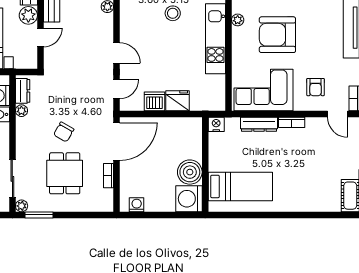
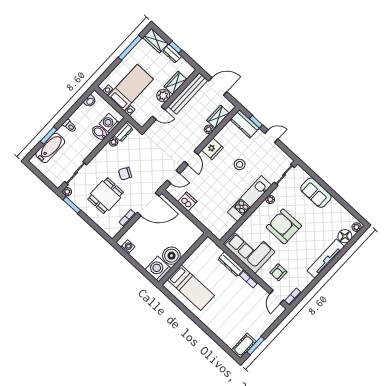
fridge: (177, 101) -> (212, 149), moved, turned 90
nightstand: (216, 124) -> (208, 243), removed

